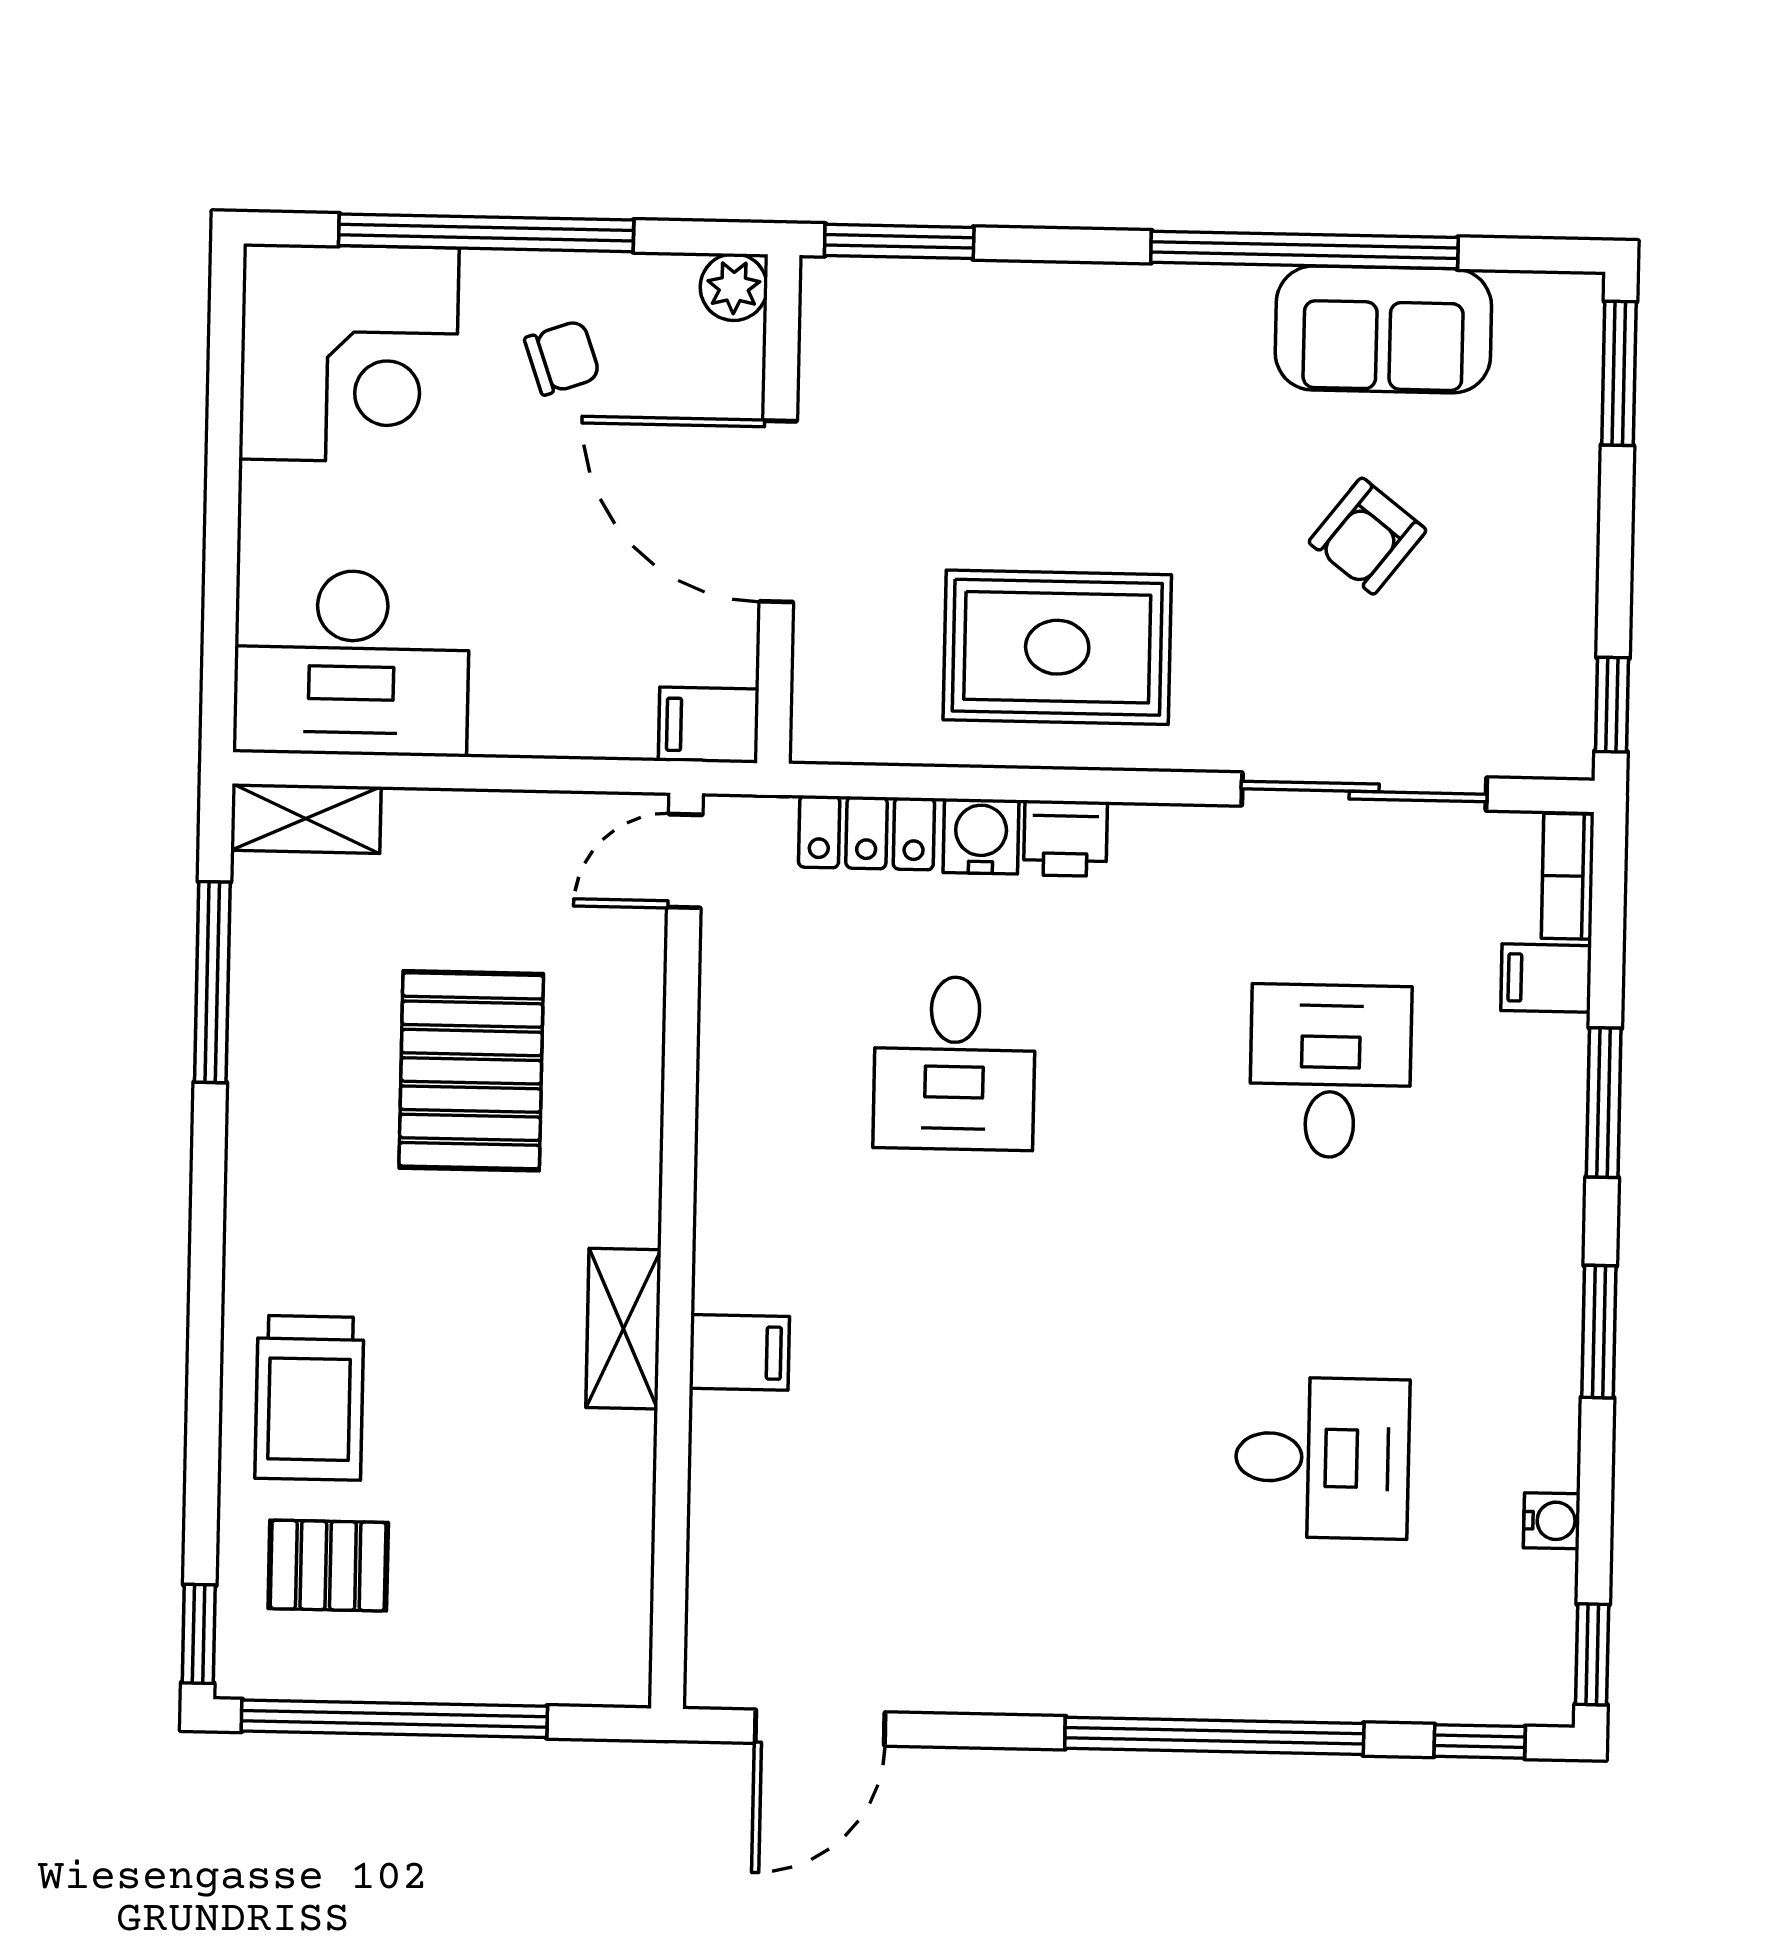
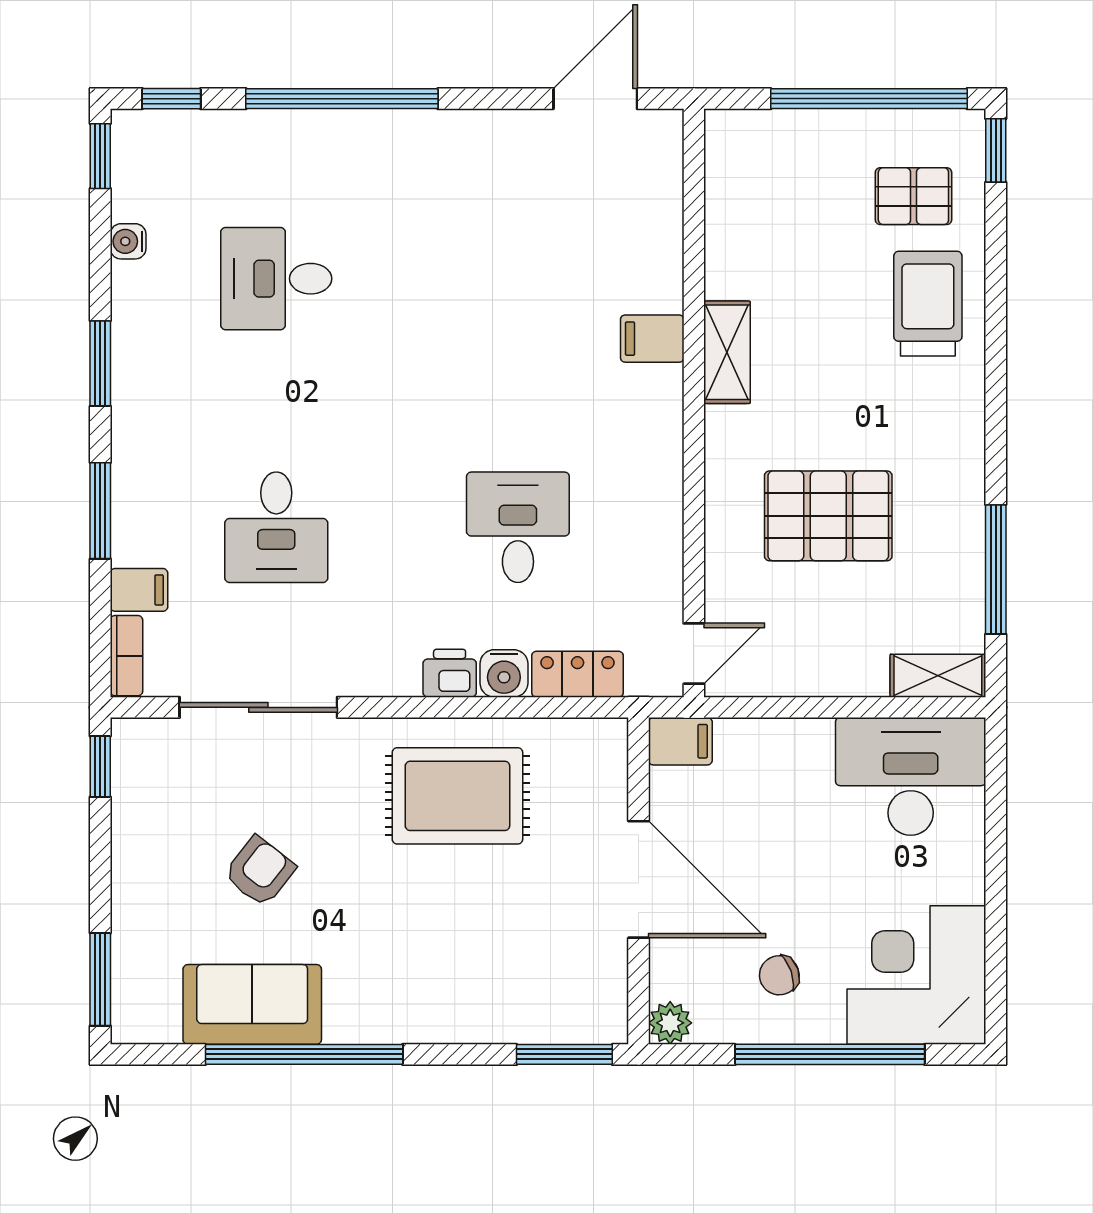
pallet: (471, 1071) -> (828, 516), turned 90

